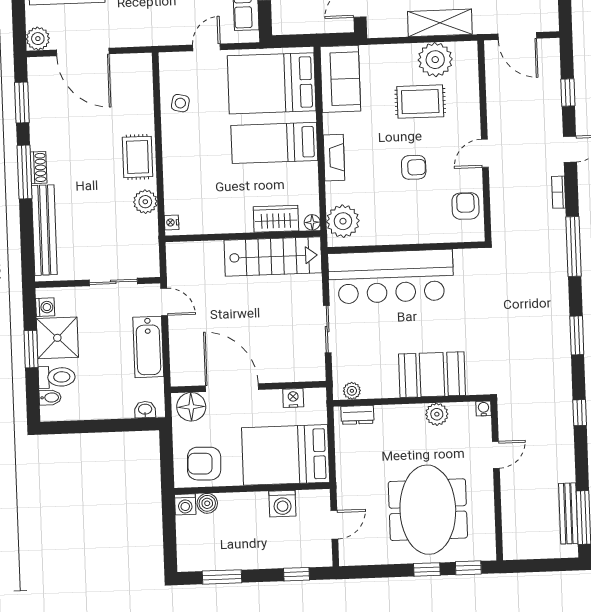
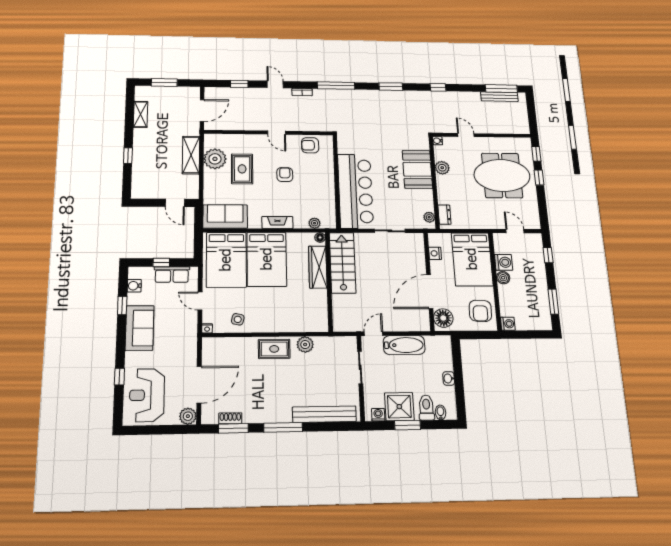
bed: (274, 143) -> (267, 259), width x1.50
shoe rack: (39, 168) -> (230, 418), moved
wardrobe: (276, 219) -> (318, 267), width x1.50
plant: (343, 221) -> (314, 223), width x0.53, depth x0.53
nightstand: (172, 222) -> (207, 328), moved
washbasin: (145, 410) -> (449, 378), moved
boiler: (207, 503) -> (503, 278), moved

